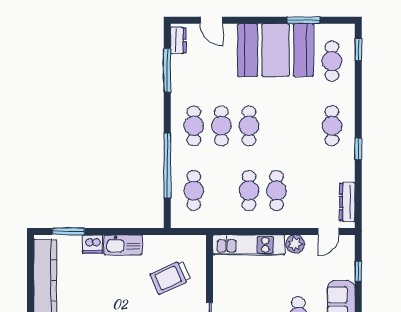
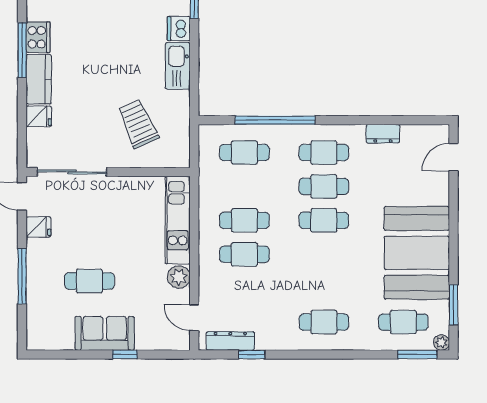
door: (211, 20) -> (454, 157), moved
window: (304, 20) -> (454, 305), moved
plant: (349, 30) -> (441, 342), added
dresser: (178, 40) -> (383, 134), moved
window: (358, 50) -> (417, 355), width x1.50
window: (167, 70) -> (392, 120), removed
window: (358, 149) -> (252, 355), moved
window: (358, 271) -> (125, 355), moved

